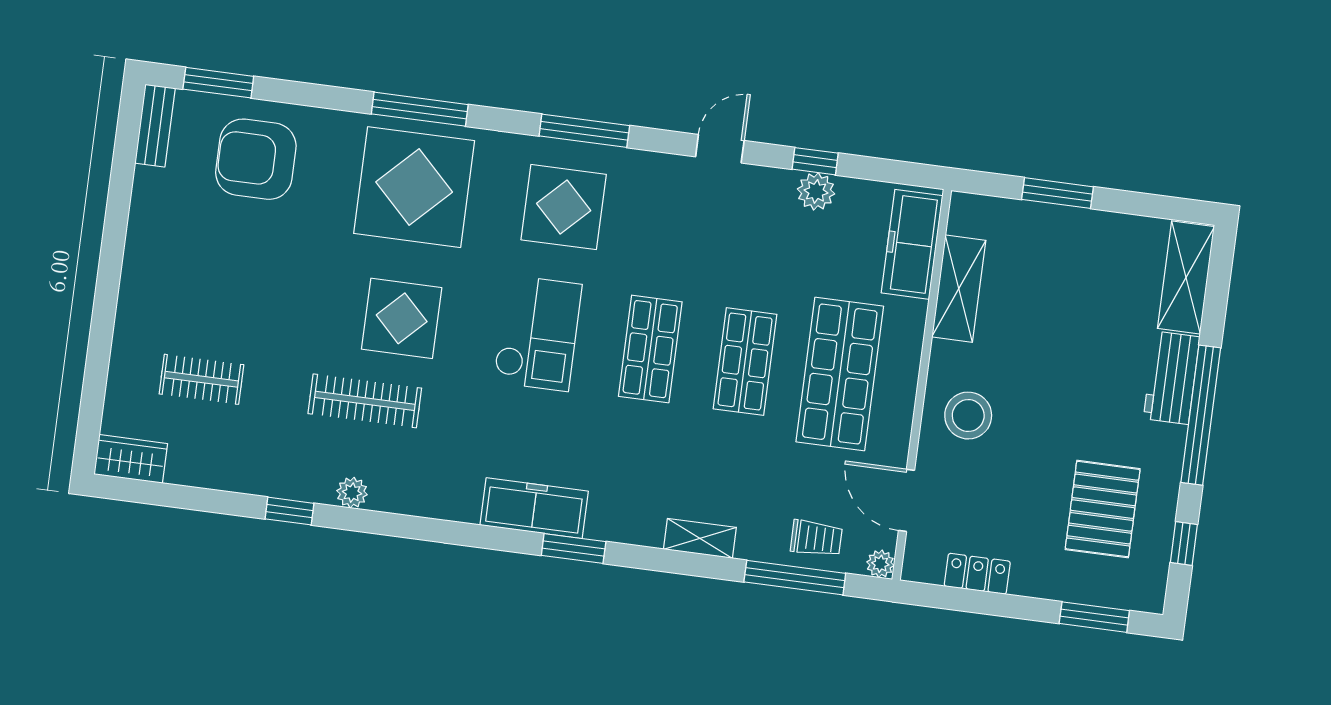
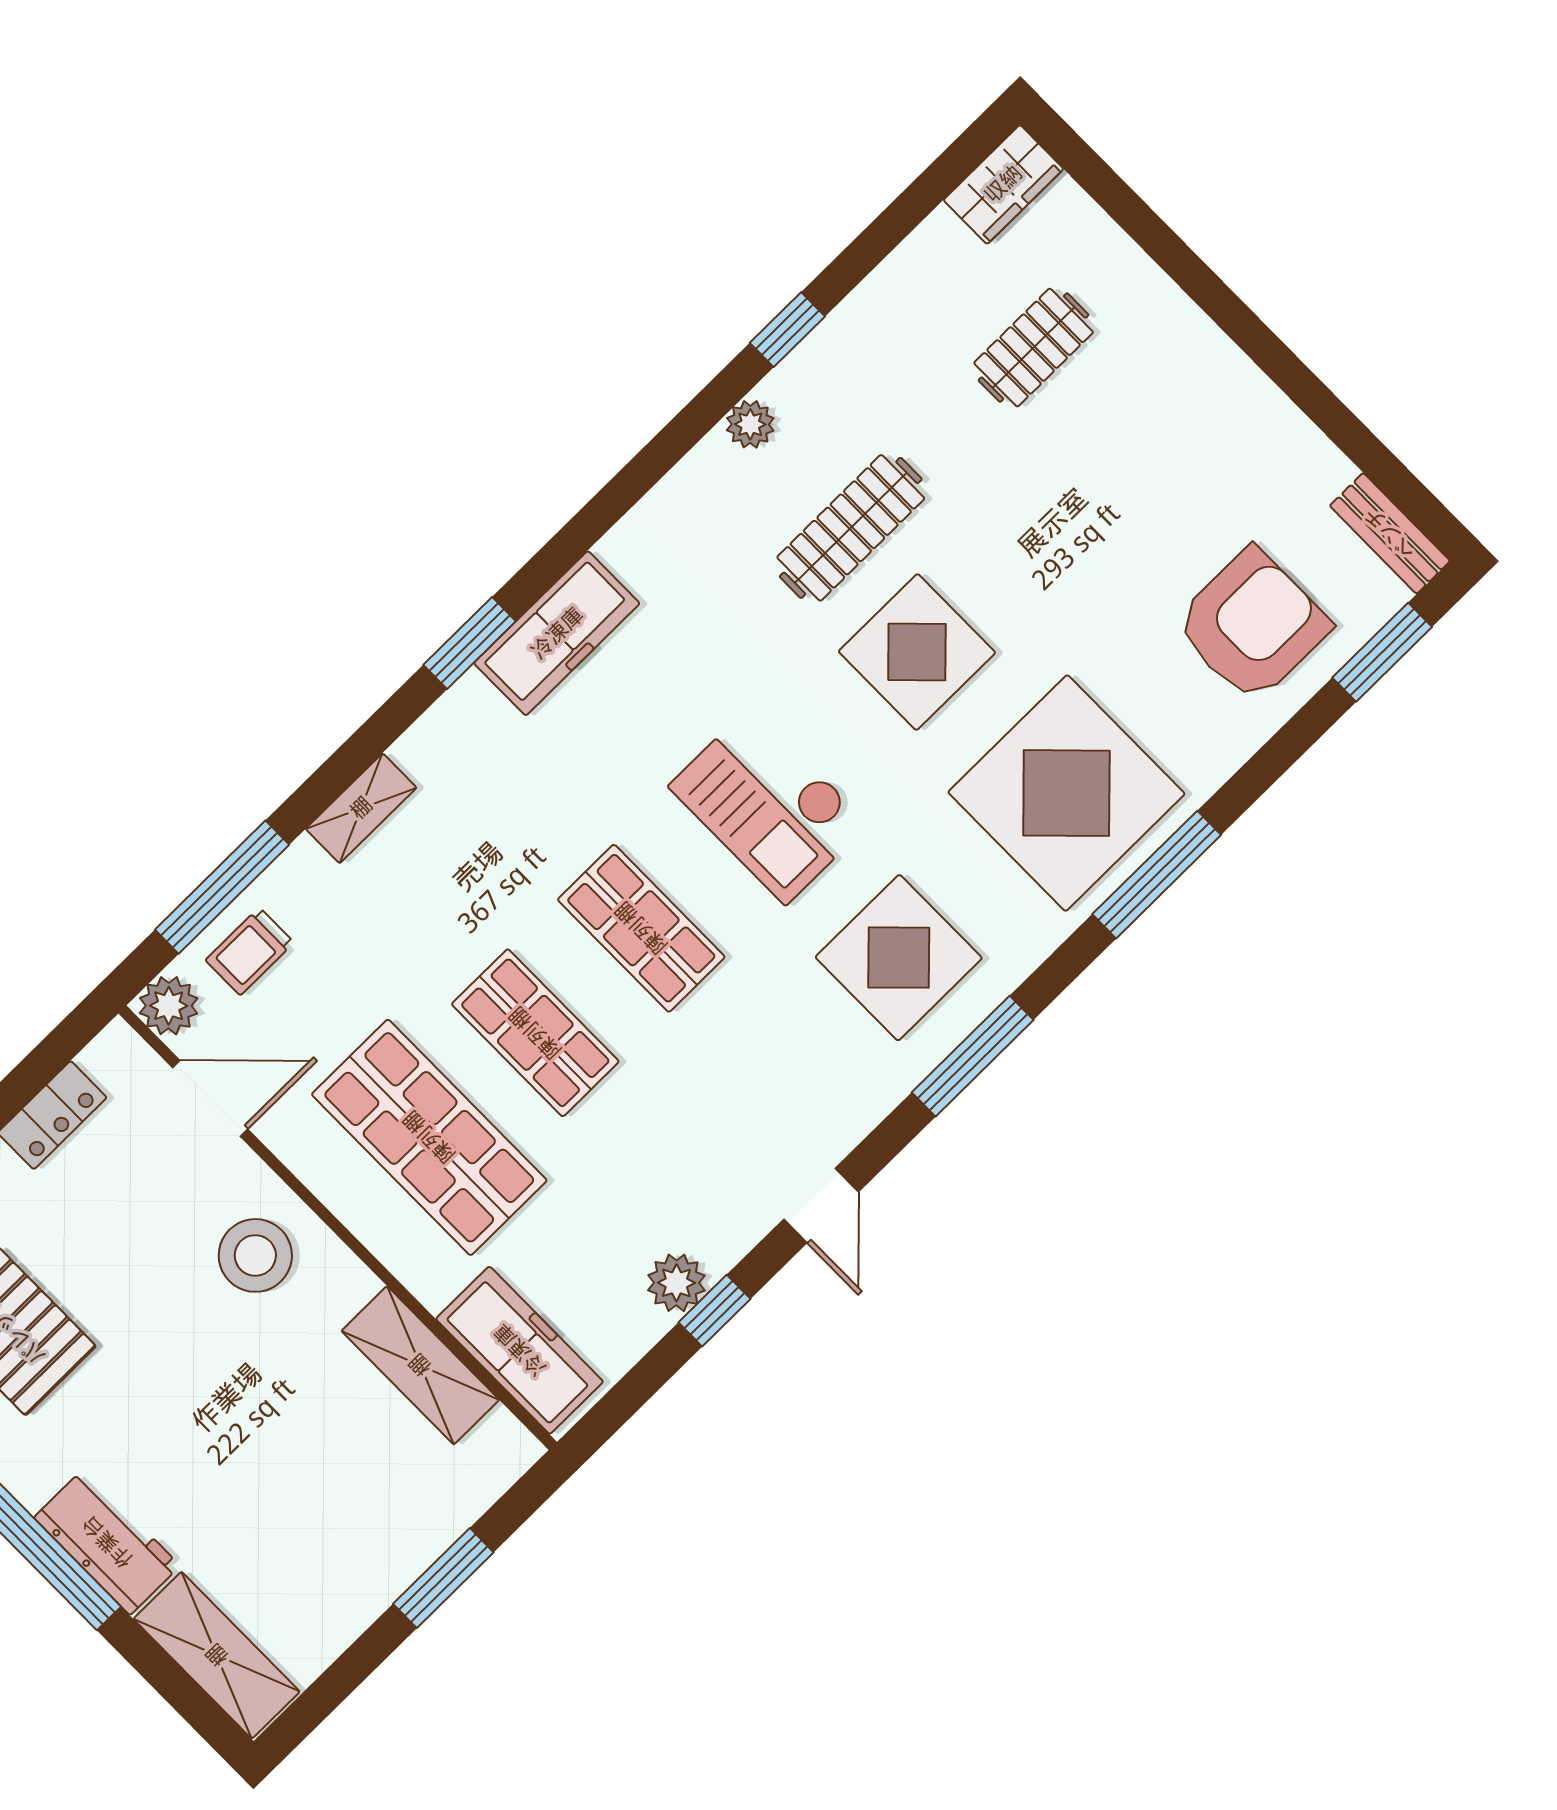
plant: (880, 564) -> (169, 1006), width x1.38, depth x1.38

